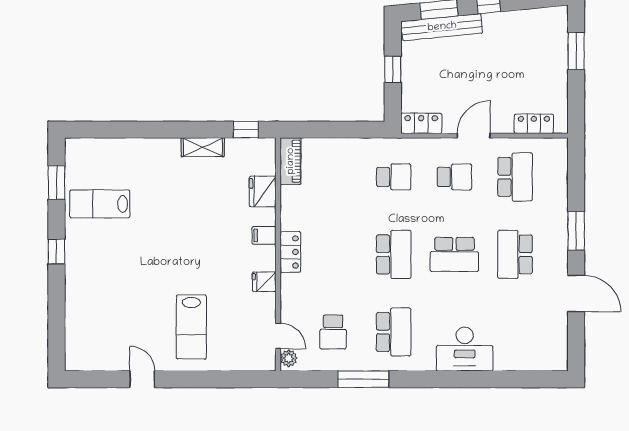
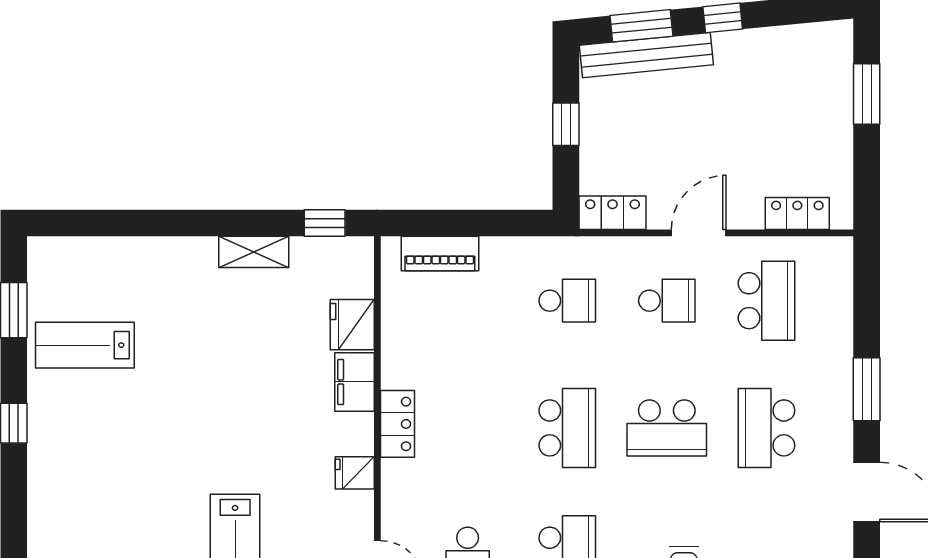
piano: (291, 161) -> (440, 253), moved, turned 90
filing cabinet: (264, 235) -> (354, 382), width x2.00

